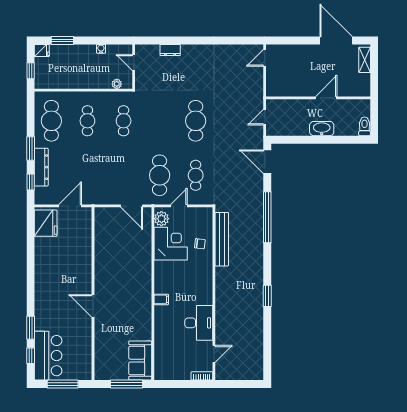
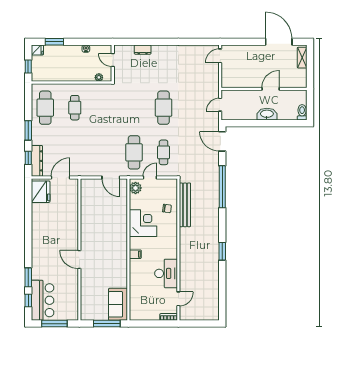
cafe table: (124, 121) -> (104, 108), removed
dresser: (41, 167) -> (37, 161), moved
corner desk: (171, 244) -> (143, 223), moved

